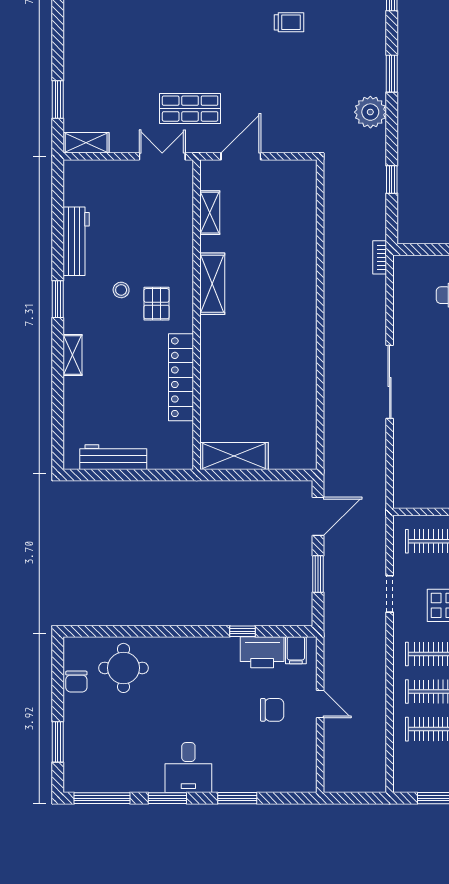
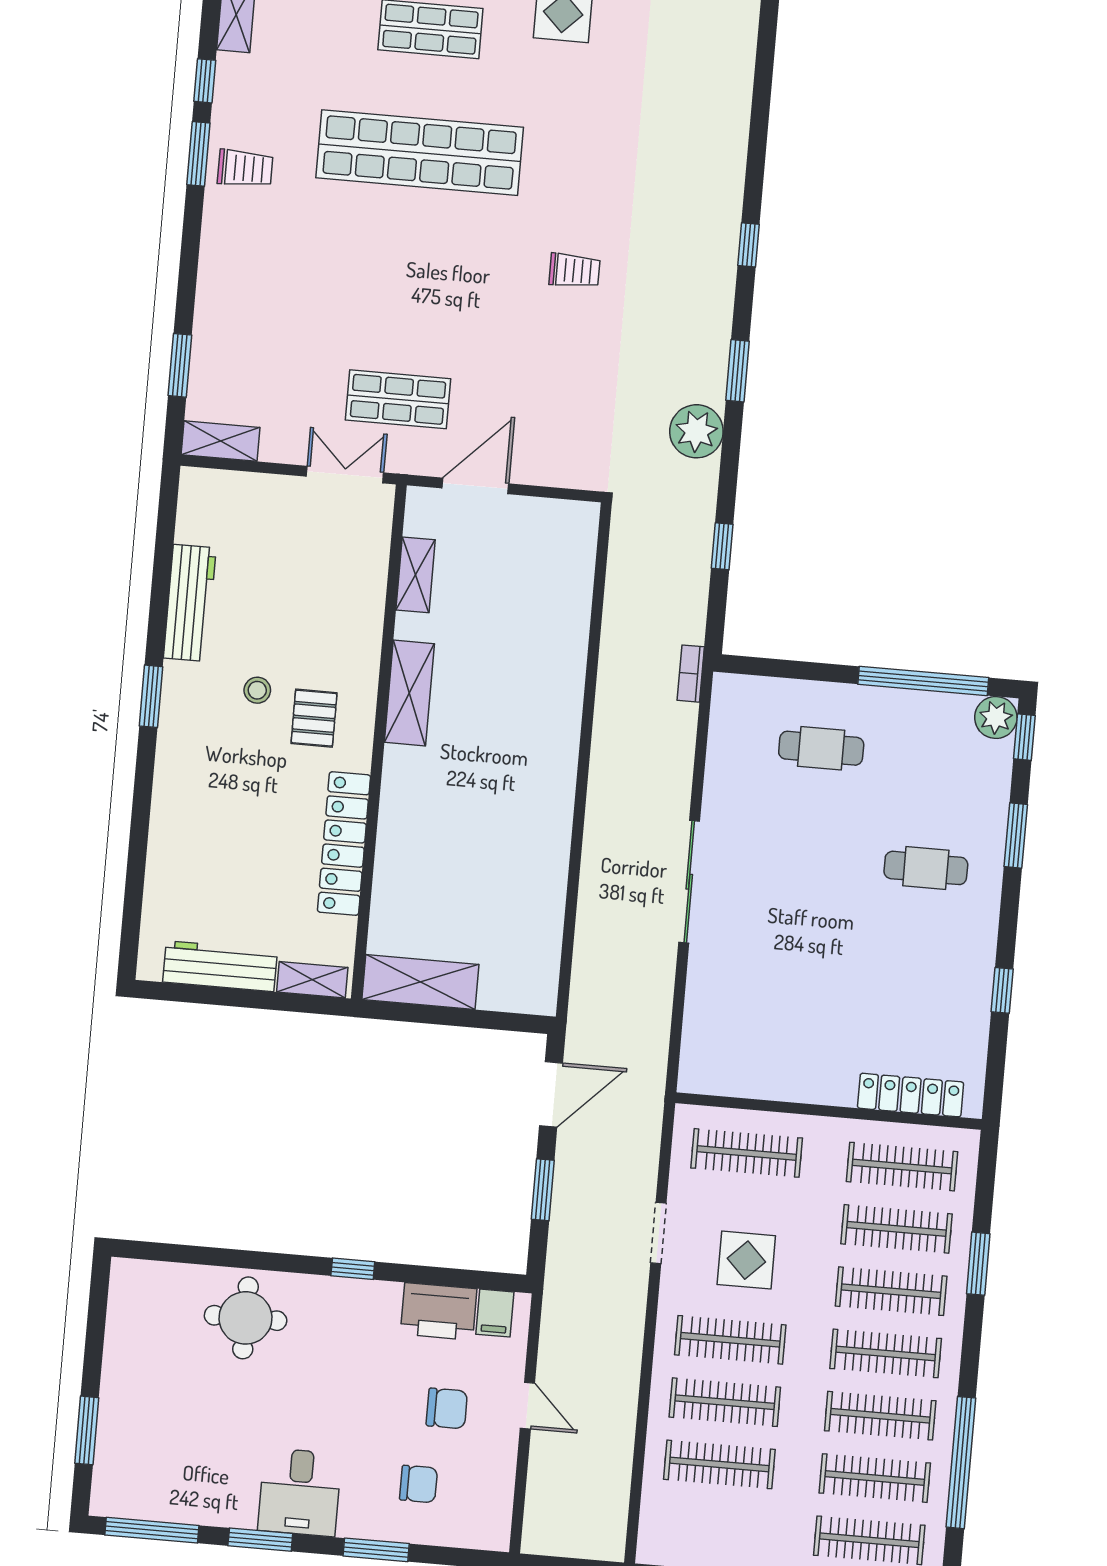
shelving: (73, 355) -> (312, 980), moved, turned 90
window: (242, 631) -> (353, 1269), moved
round table: (123, 668) -> (246, 1318), moved
chair: (76, 682) -> (418, 1484), moved, turned -90

